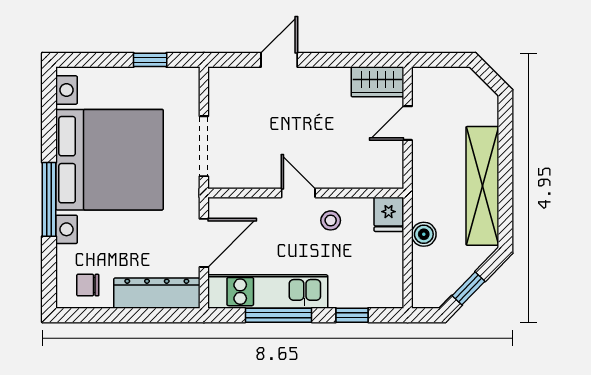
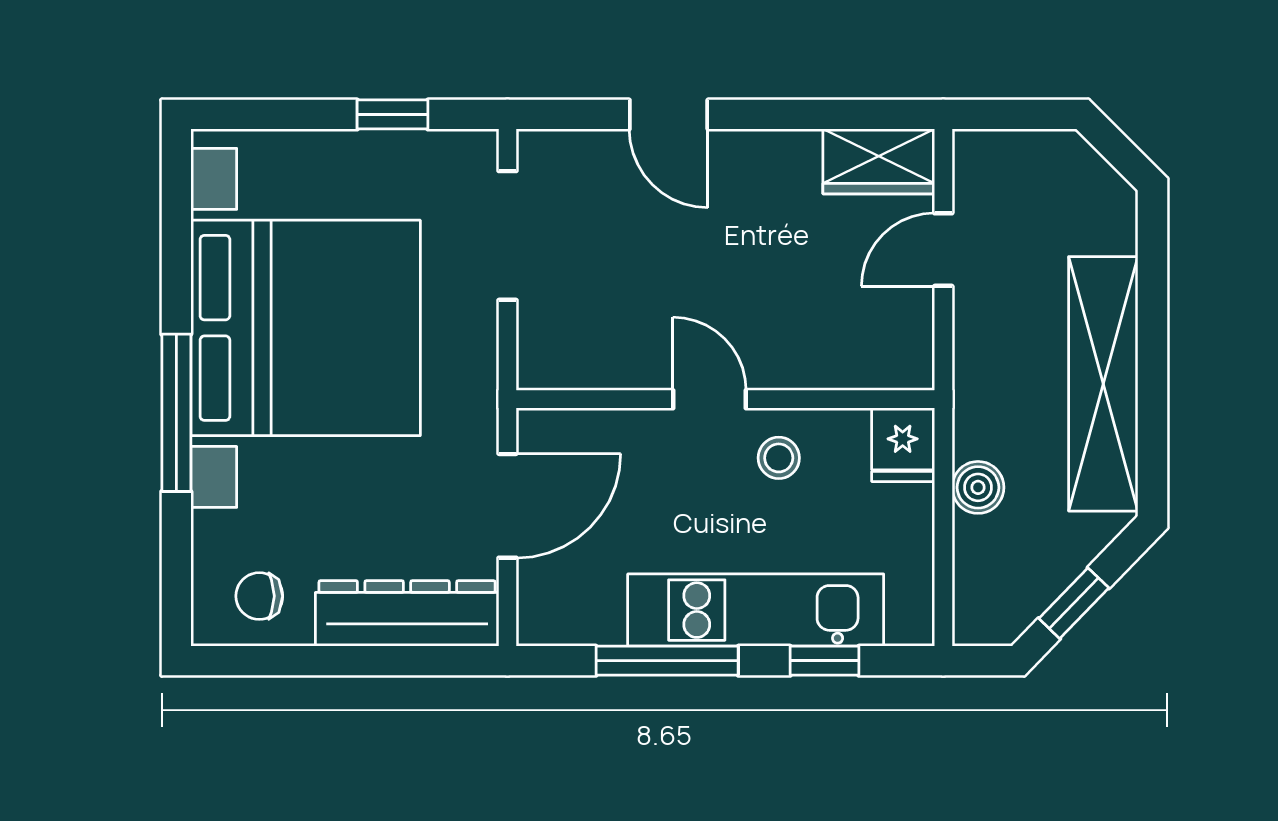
door: (279, 60) -> (669, 114), swing flipped
doorway: (204, 146) -> (508, 235), moved
kitchen unit: (268, 292) -> (756, 610), moved

